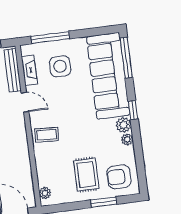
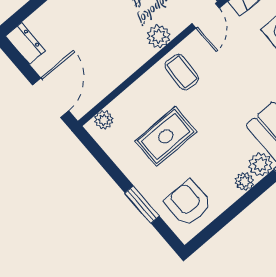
plant: (20, 135) -> (159, 36), added
rug: (86, 175) -> (166, 136), moved

